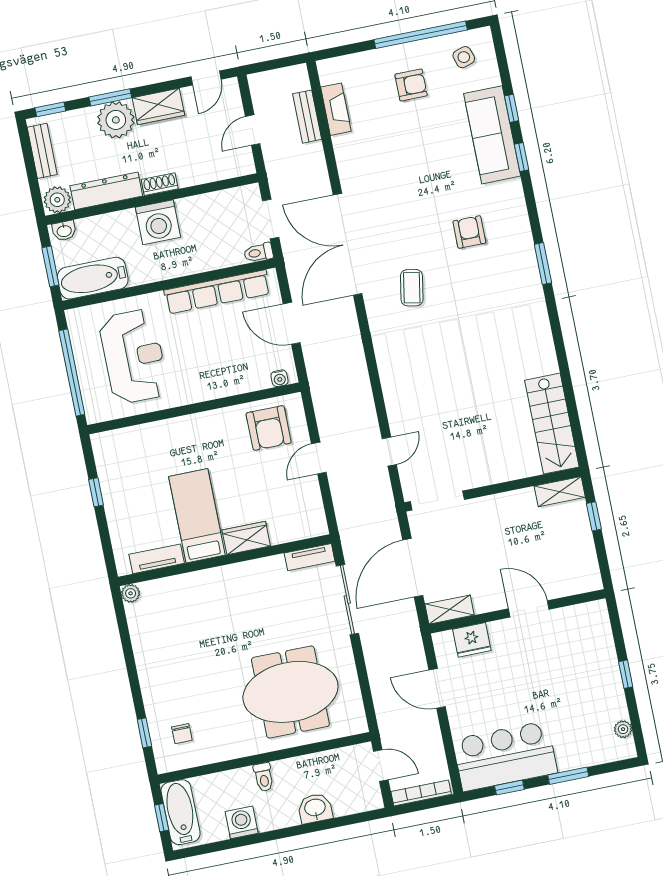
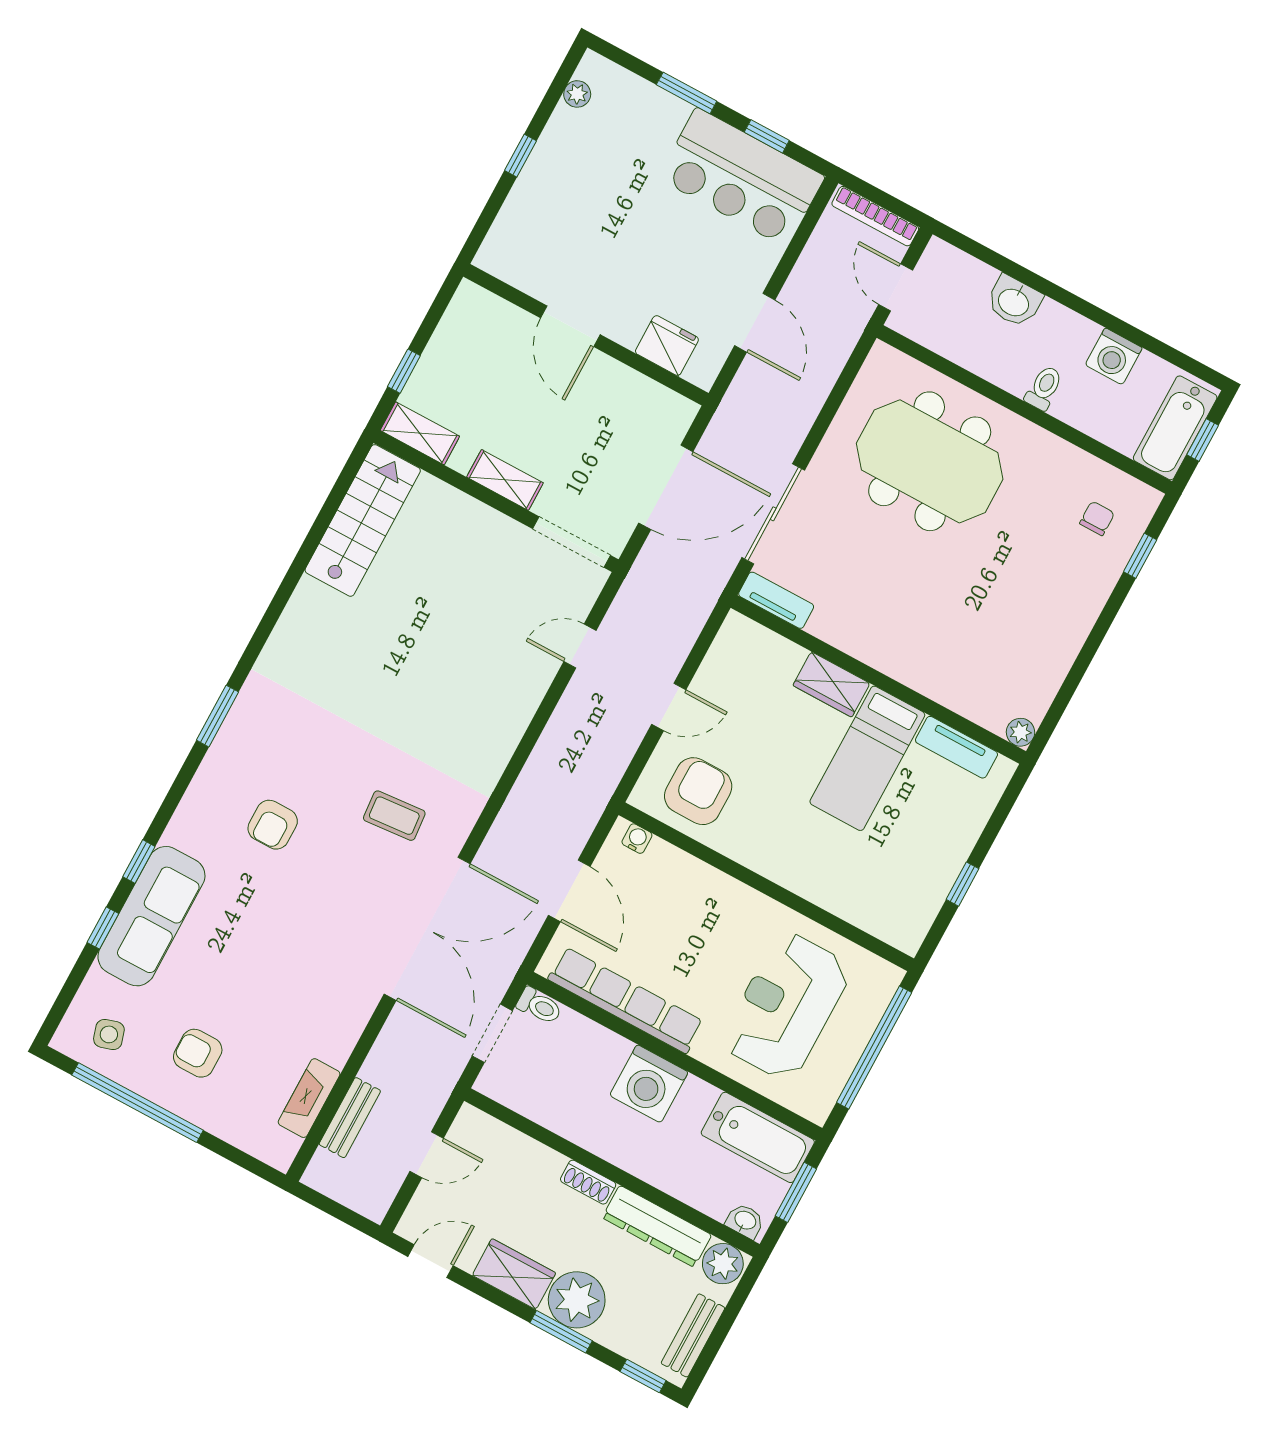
washing machine: (158, 222) -> (649, 1084), moved, turned 180
coffee table: (412, 288) -> (394, 816), turned 75
shelving: (450, 610) -> (505, 480), moved

